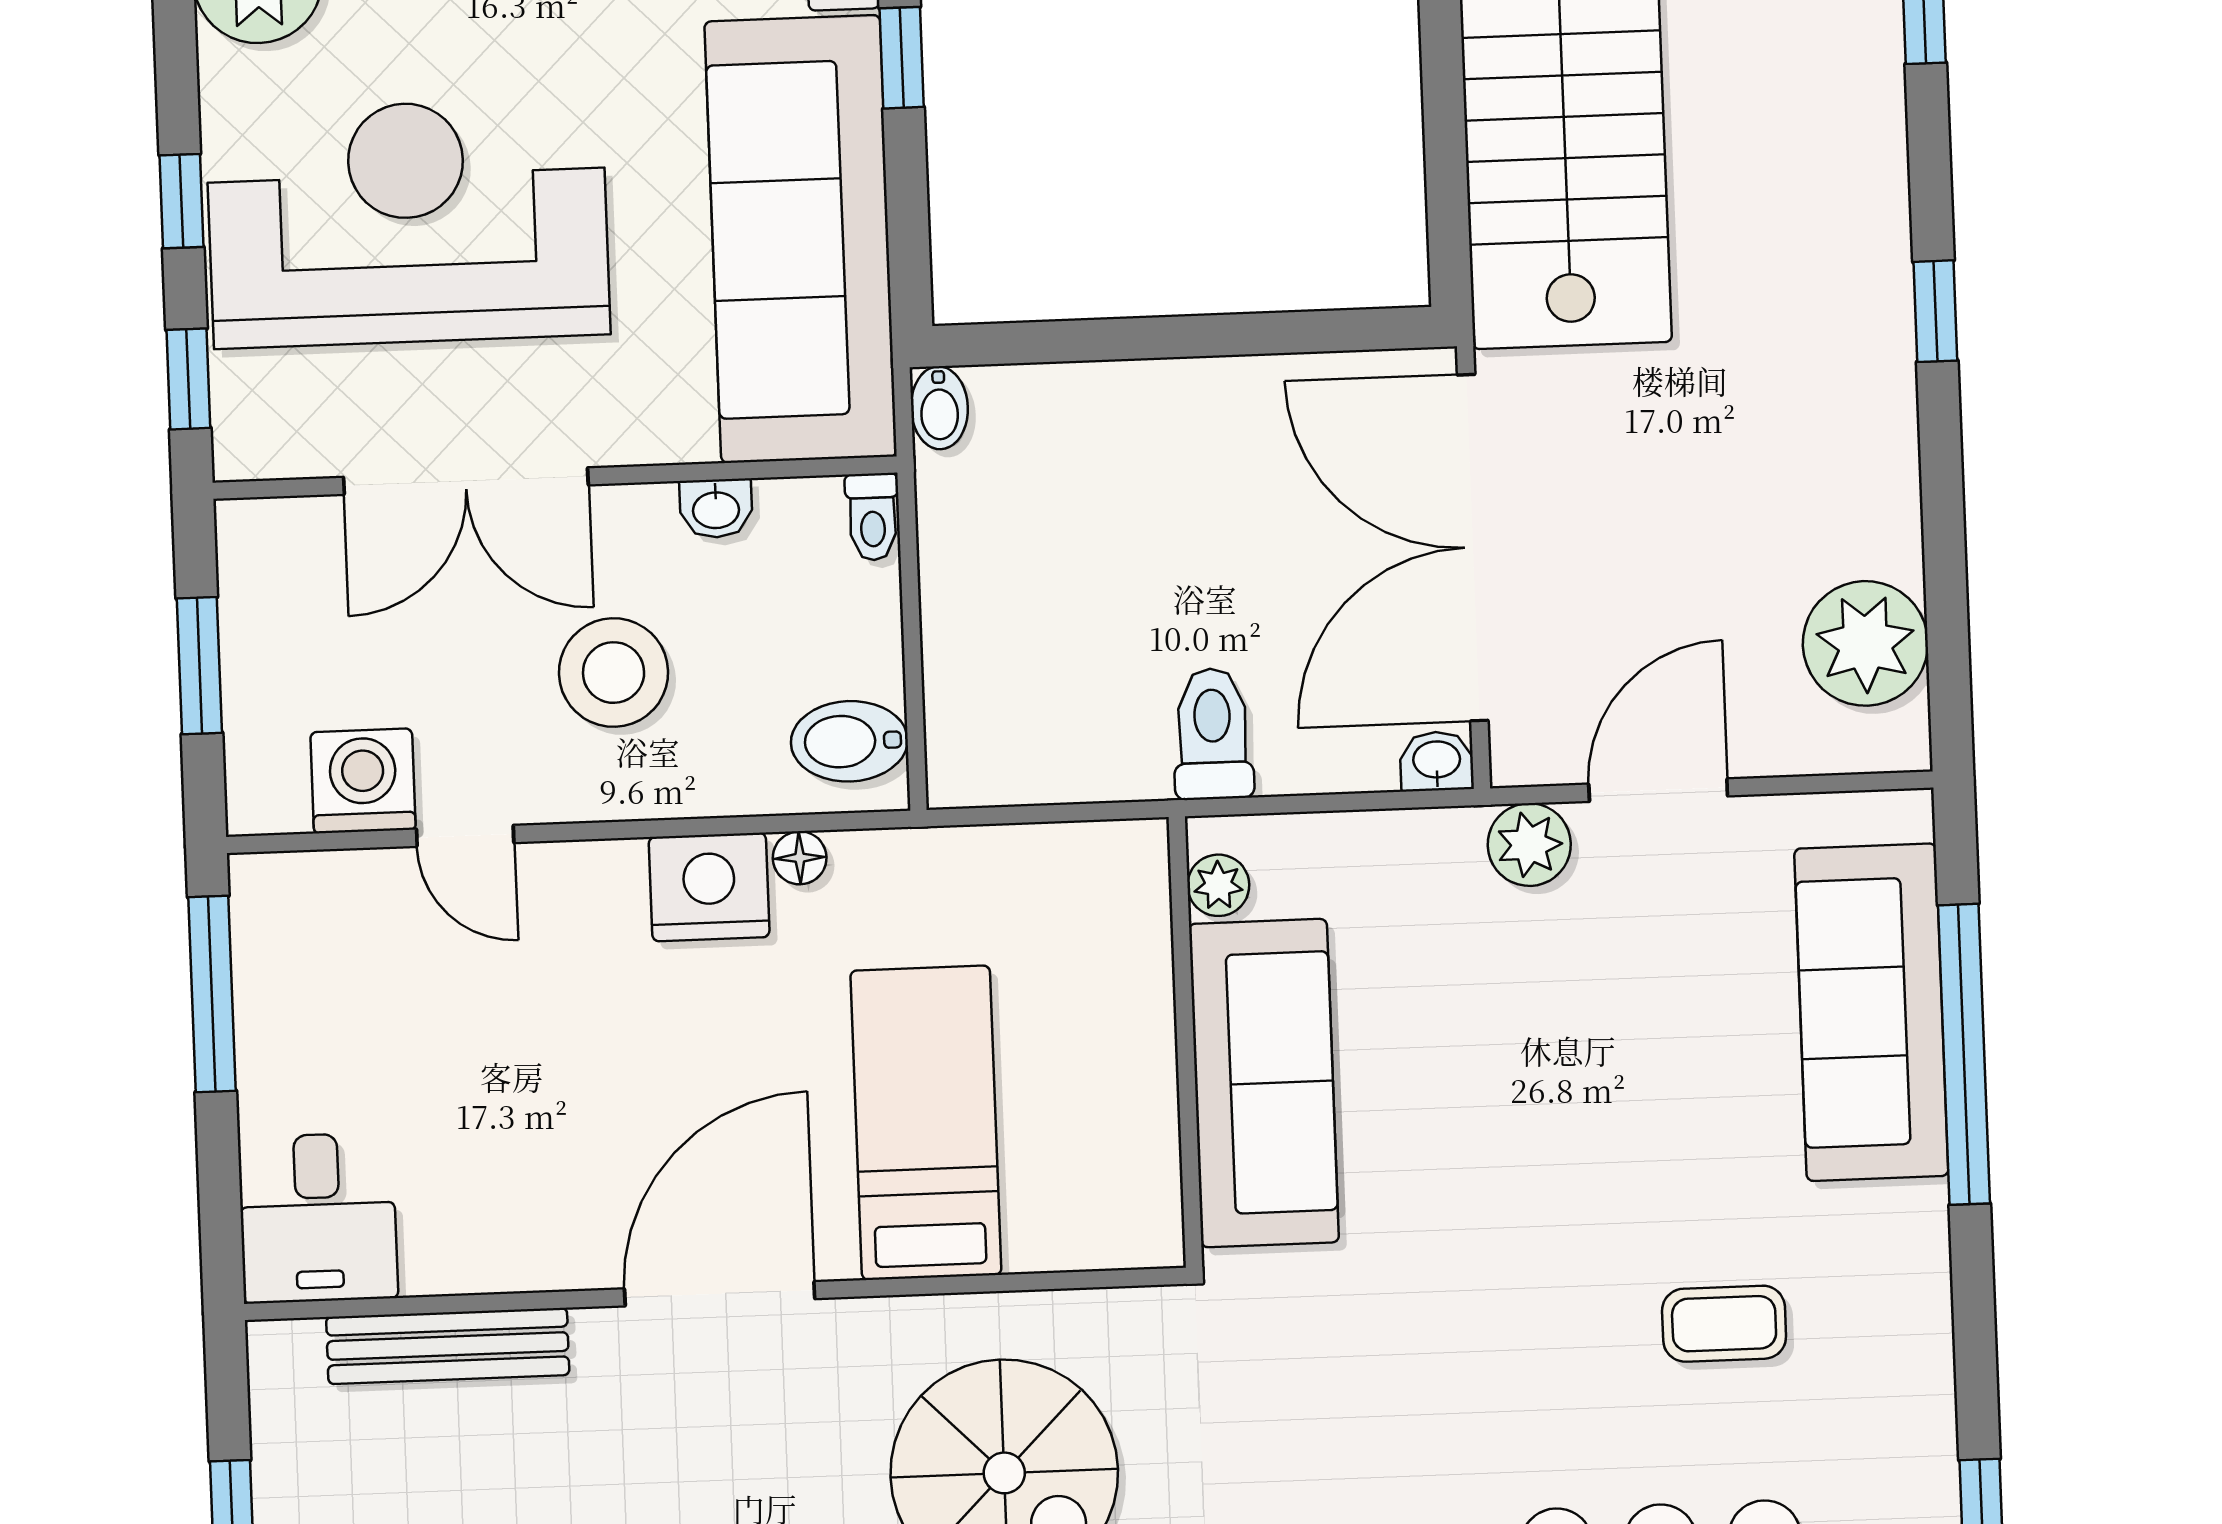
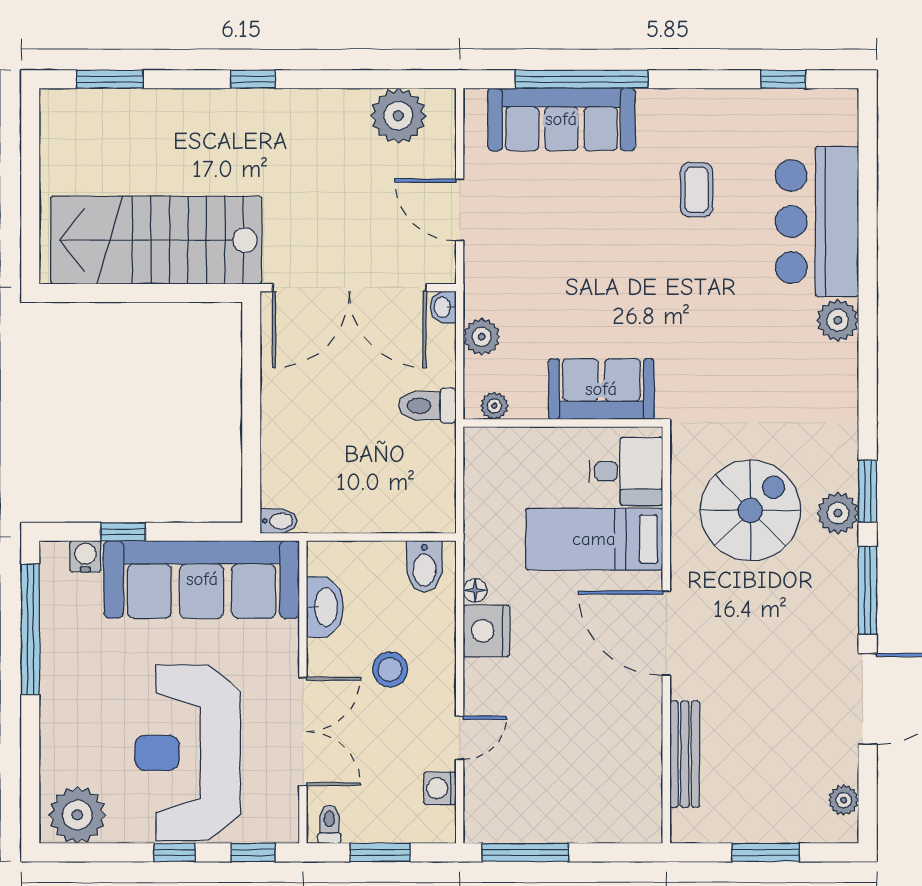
washbasin: (716, 508) -> (325, 607), width x1.91, depth x1.45
toilet: (873, 517) -> (329, 824), moved, turned -90
stool: (614, 673) -> (390, 669), width x0.73, depth x0.73
washing machine: (363, 781) -> (440, 788), width x0.73, depth x0.73
plant: (1529, 845) -> (482, 337), moved
sofa: (1264, 1083) -> (601, 389), width x0.73
desk: (318, 1218) -> (626, 471), moved

